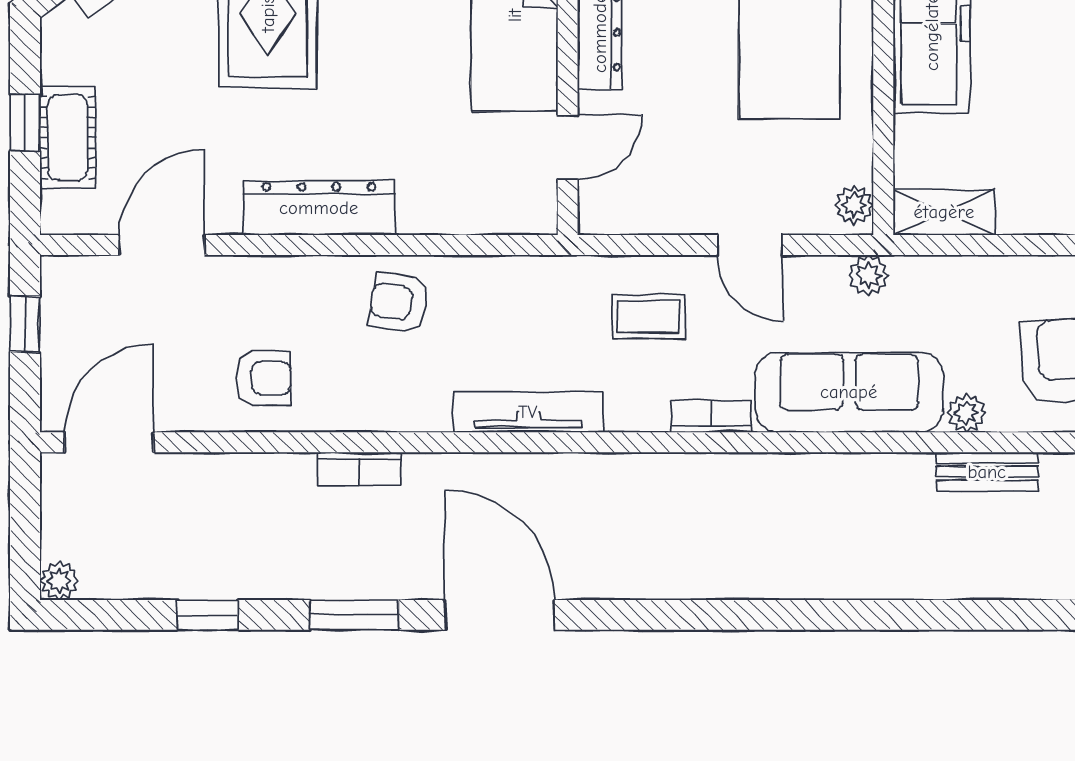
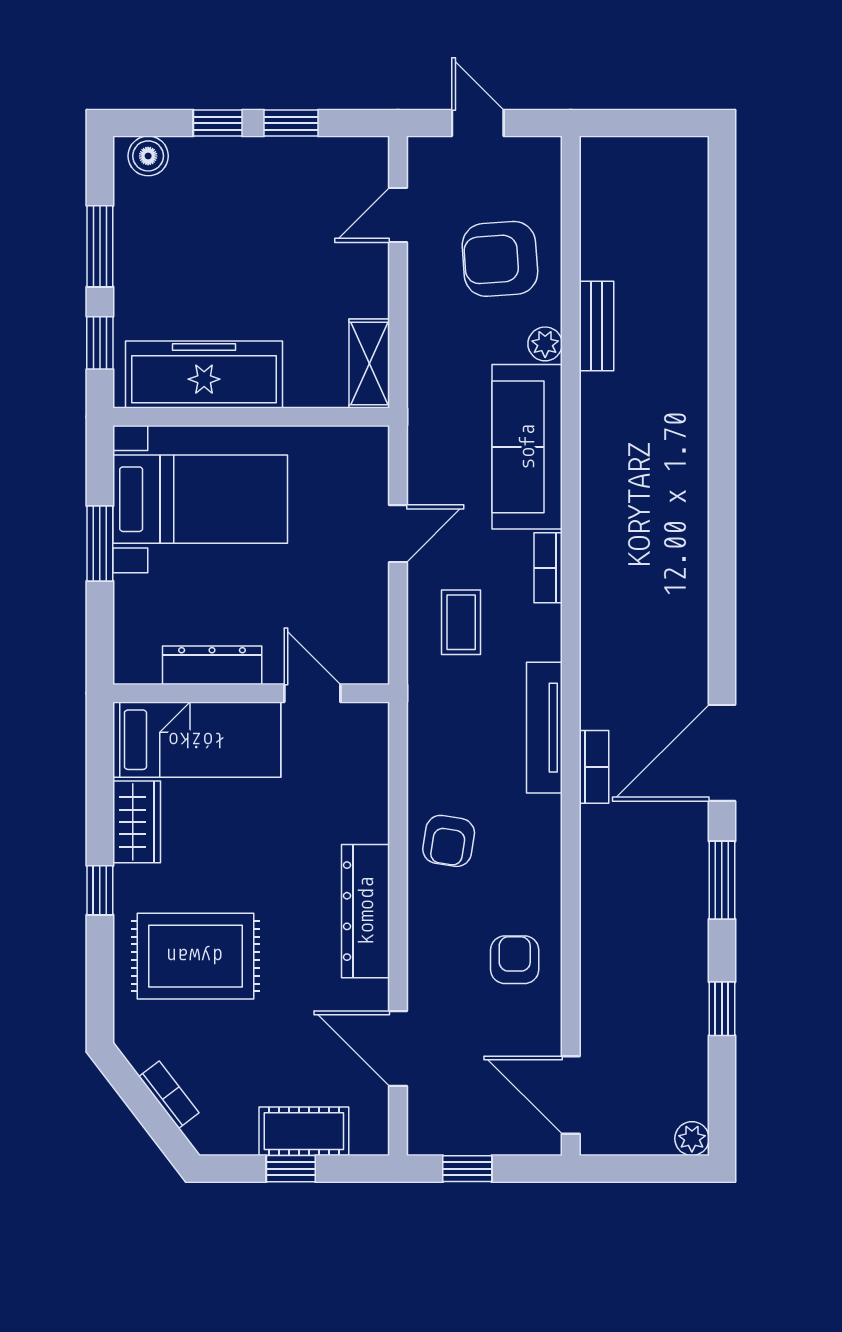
plant: (854, 205) -> (363, 442), removed
plant: (868, 275) -> (425, 430), removed
bookcase: (360, 469) -> (594, 767), moved

